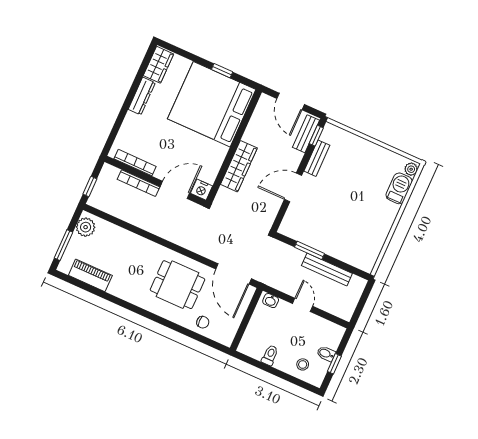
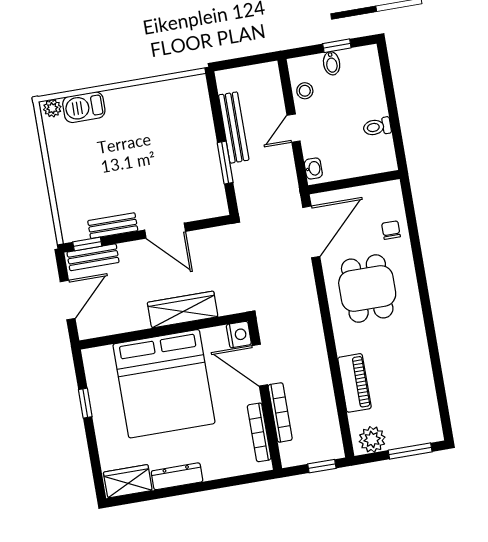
bed: (212, 104) -> (164, 384), moved
piano: (90, 275) -> (354, 383), moved, turned 180
stool: (303, 364) -> (305, 91), moved

